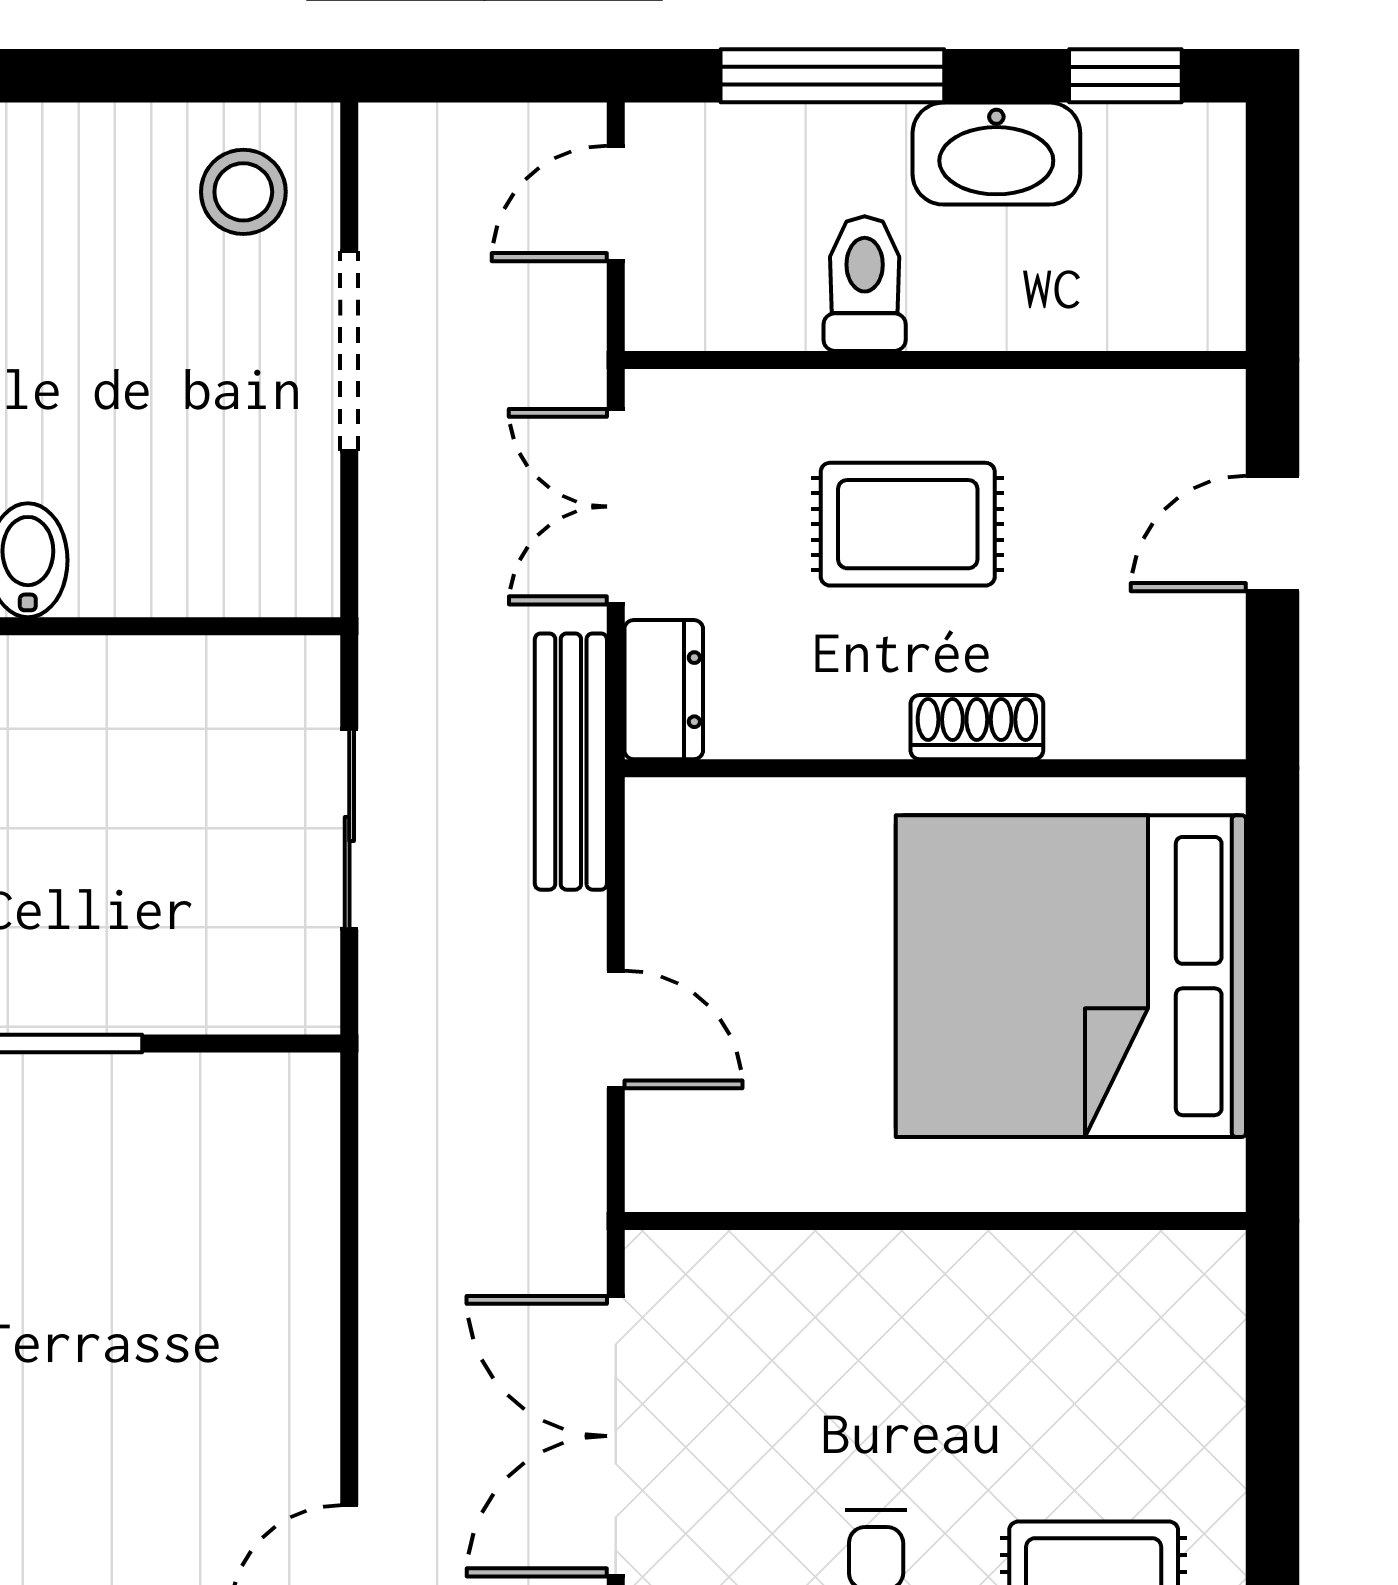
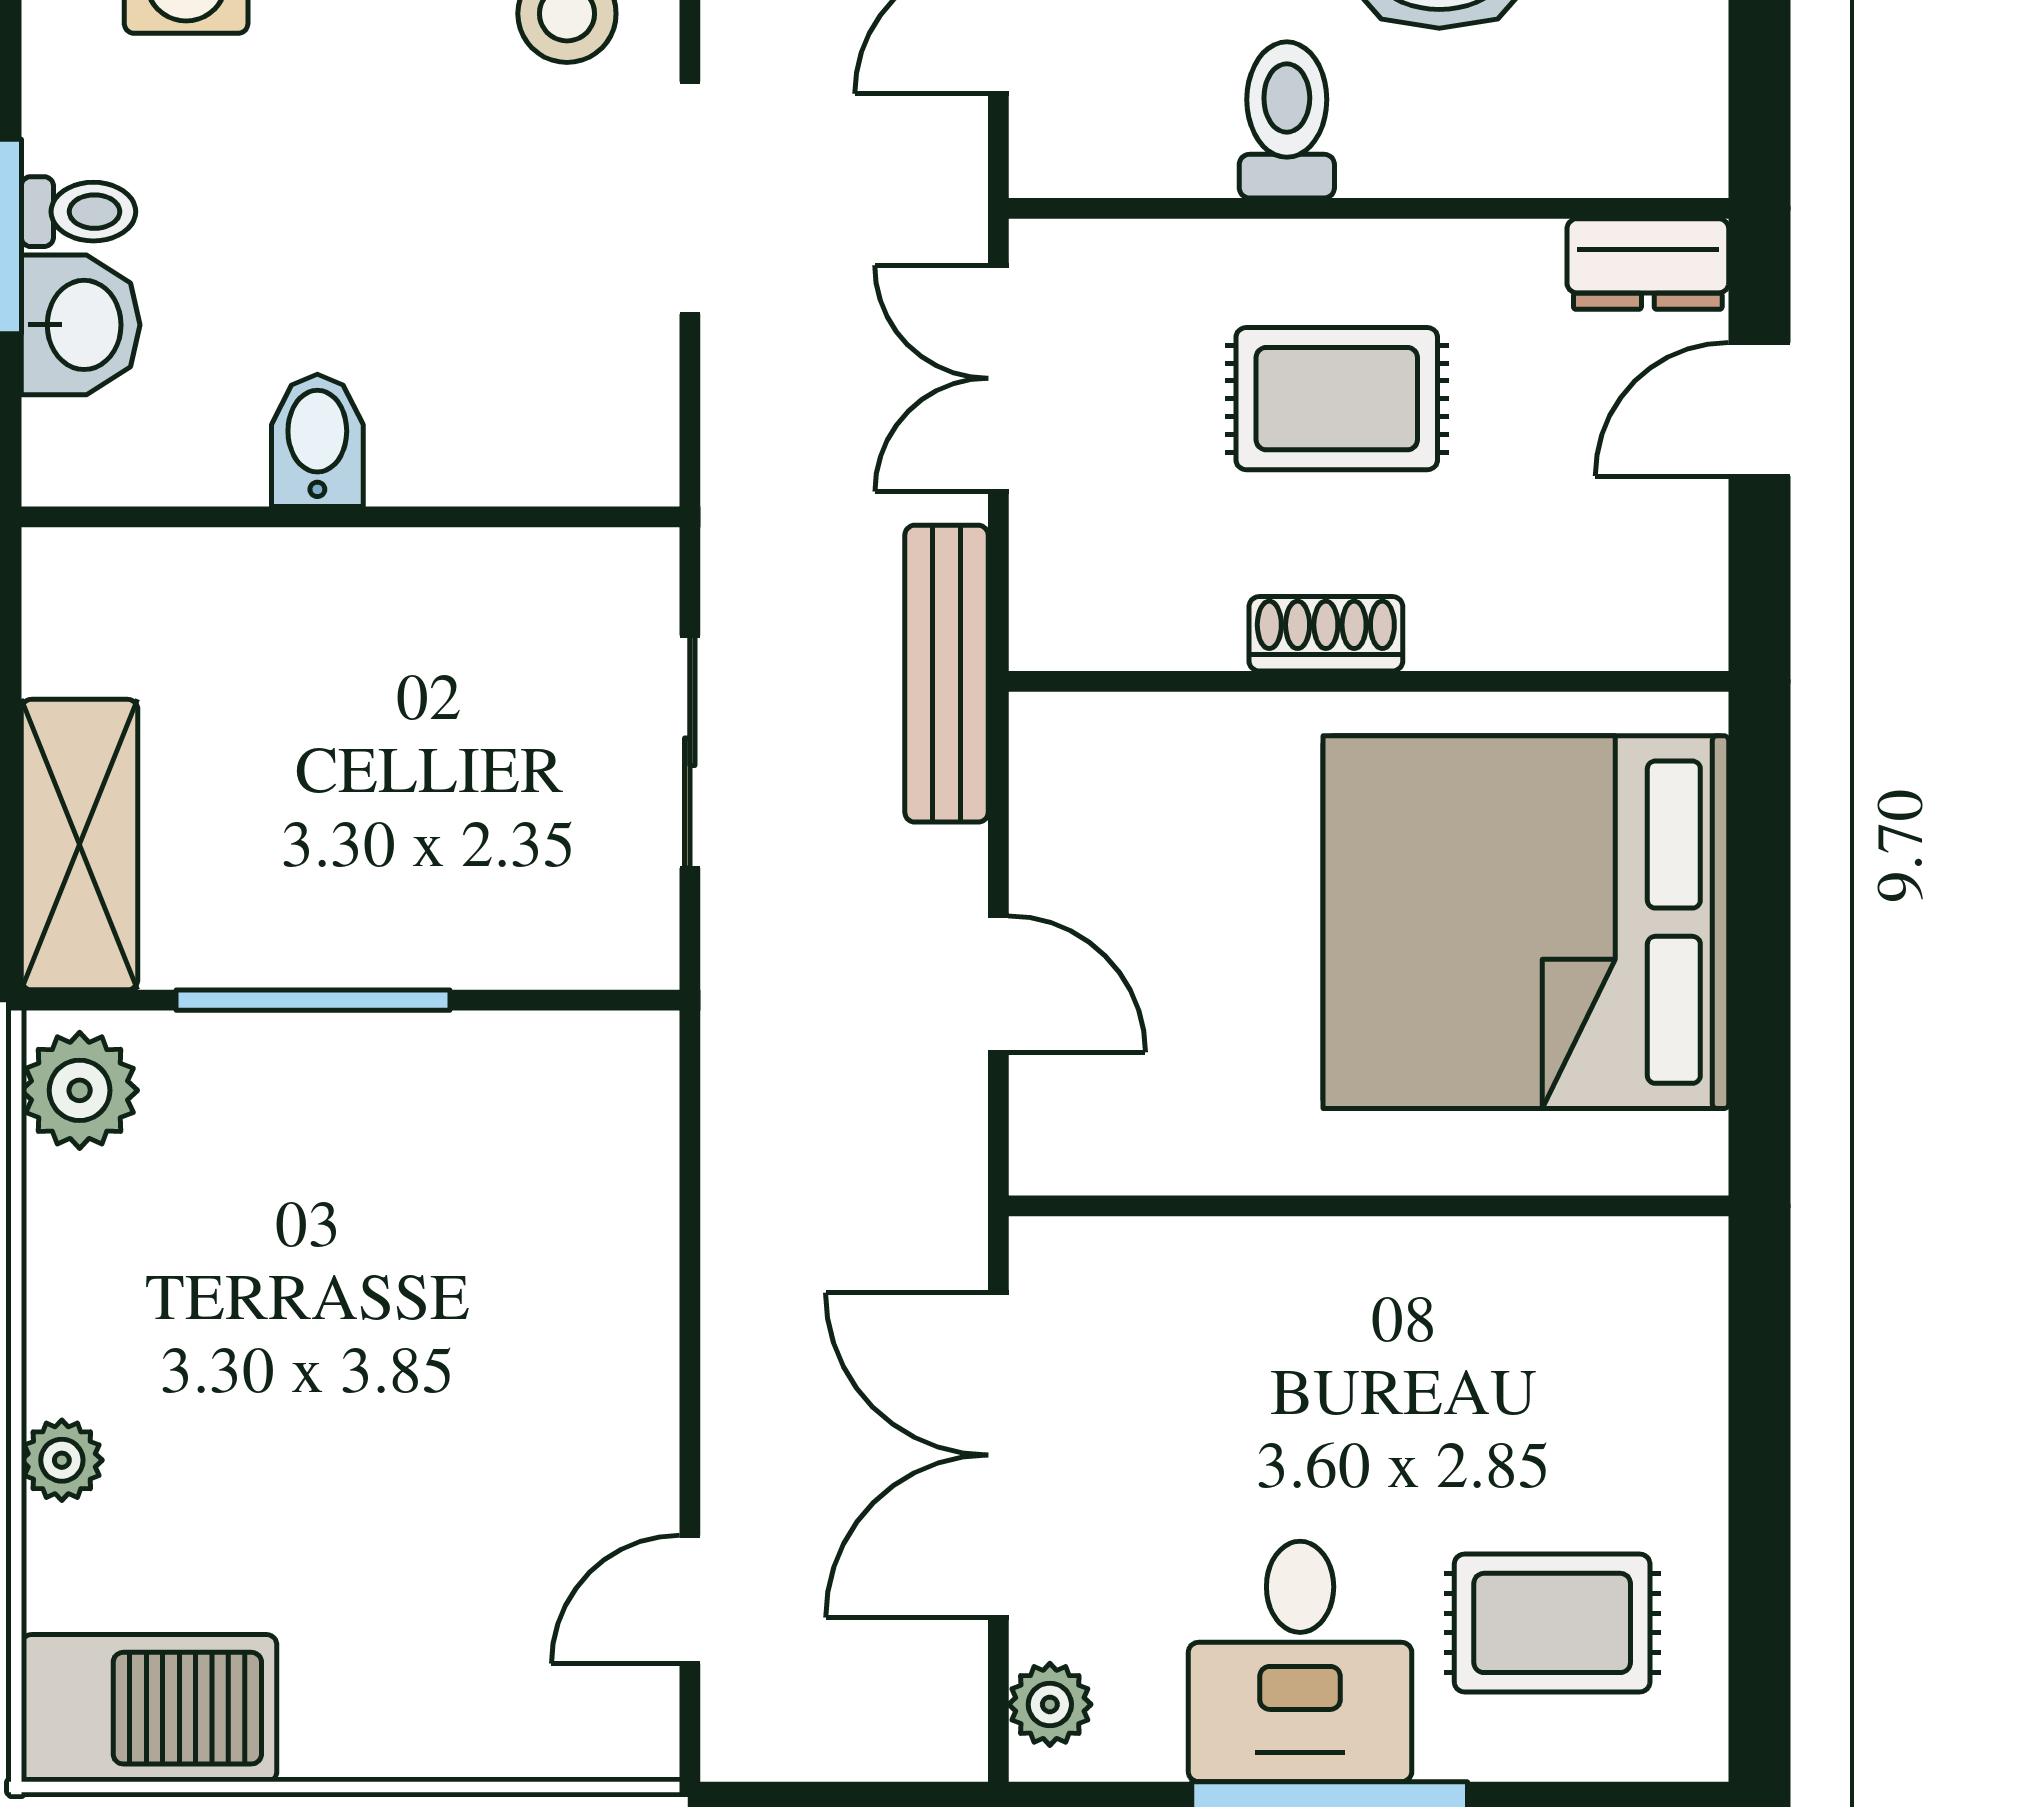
dresser: (664, 690) -> (1648, 264), moved, turned 90
shoe rack: (977, 727) -> (1326, 634), moved

